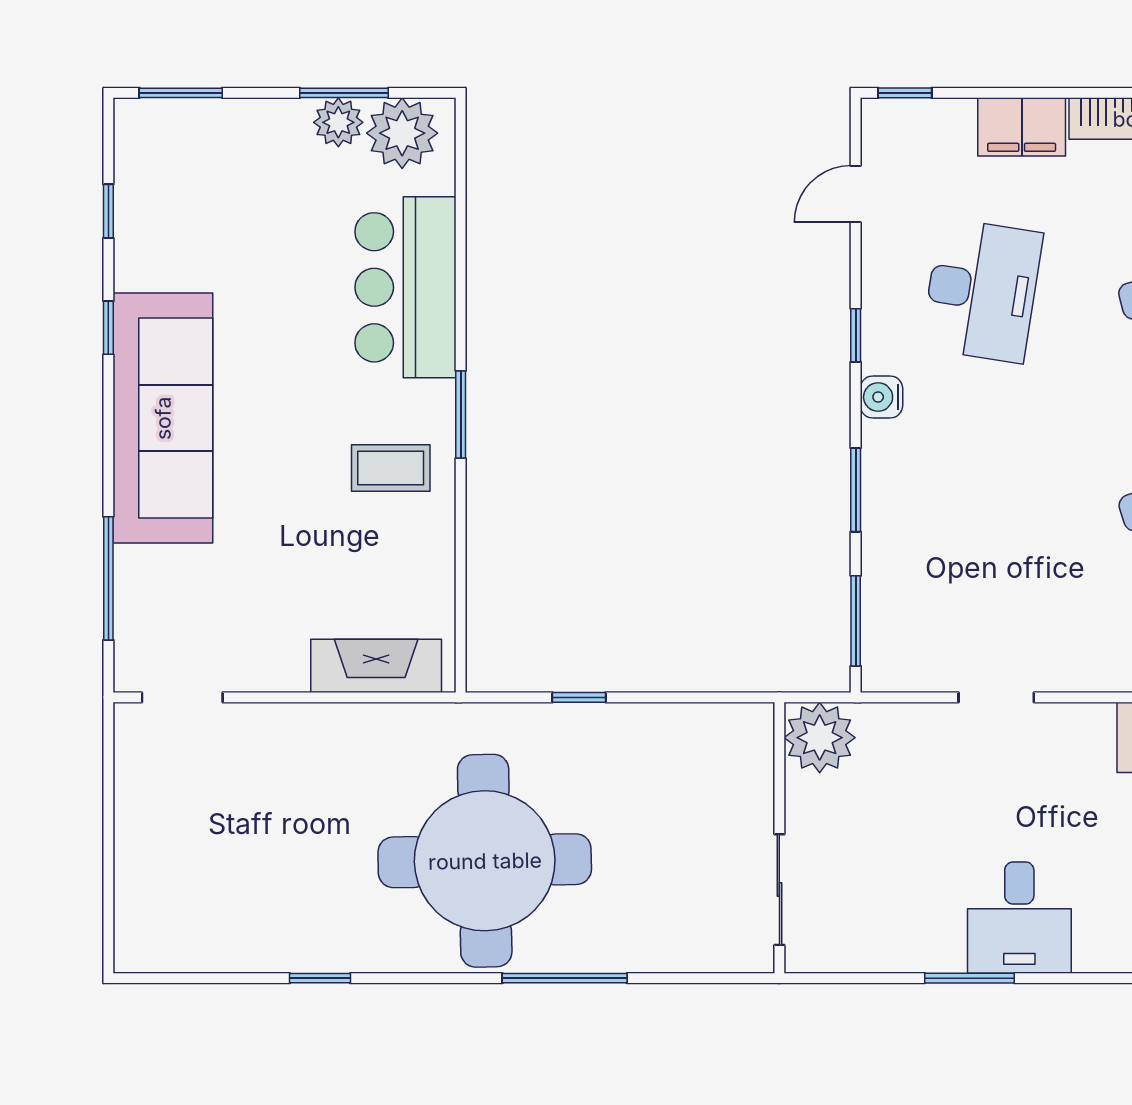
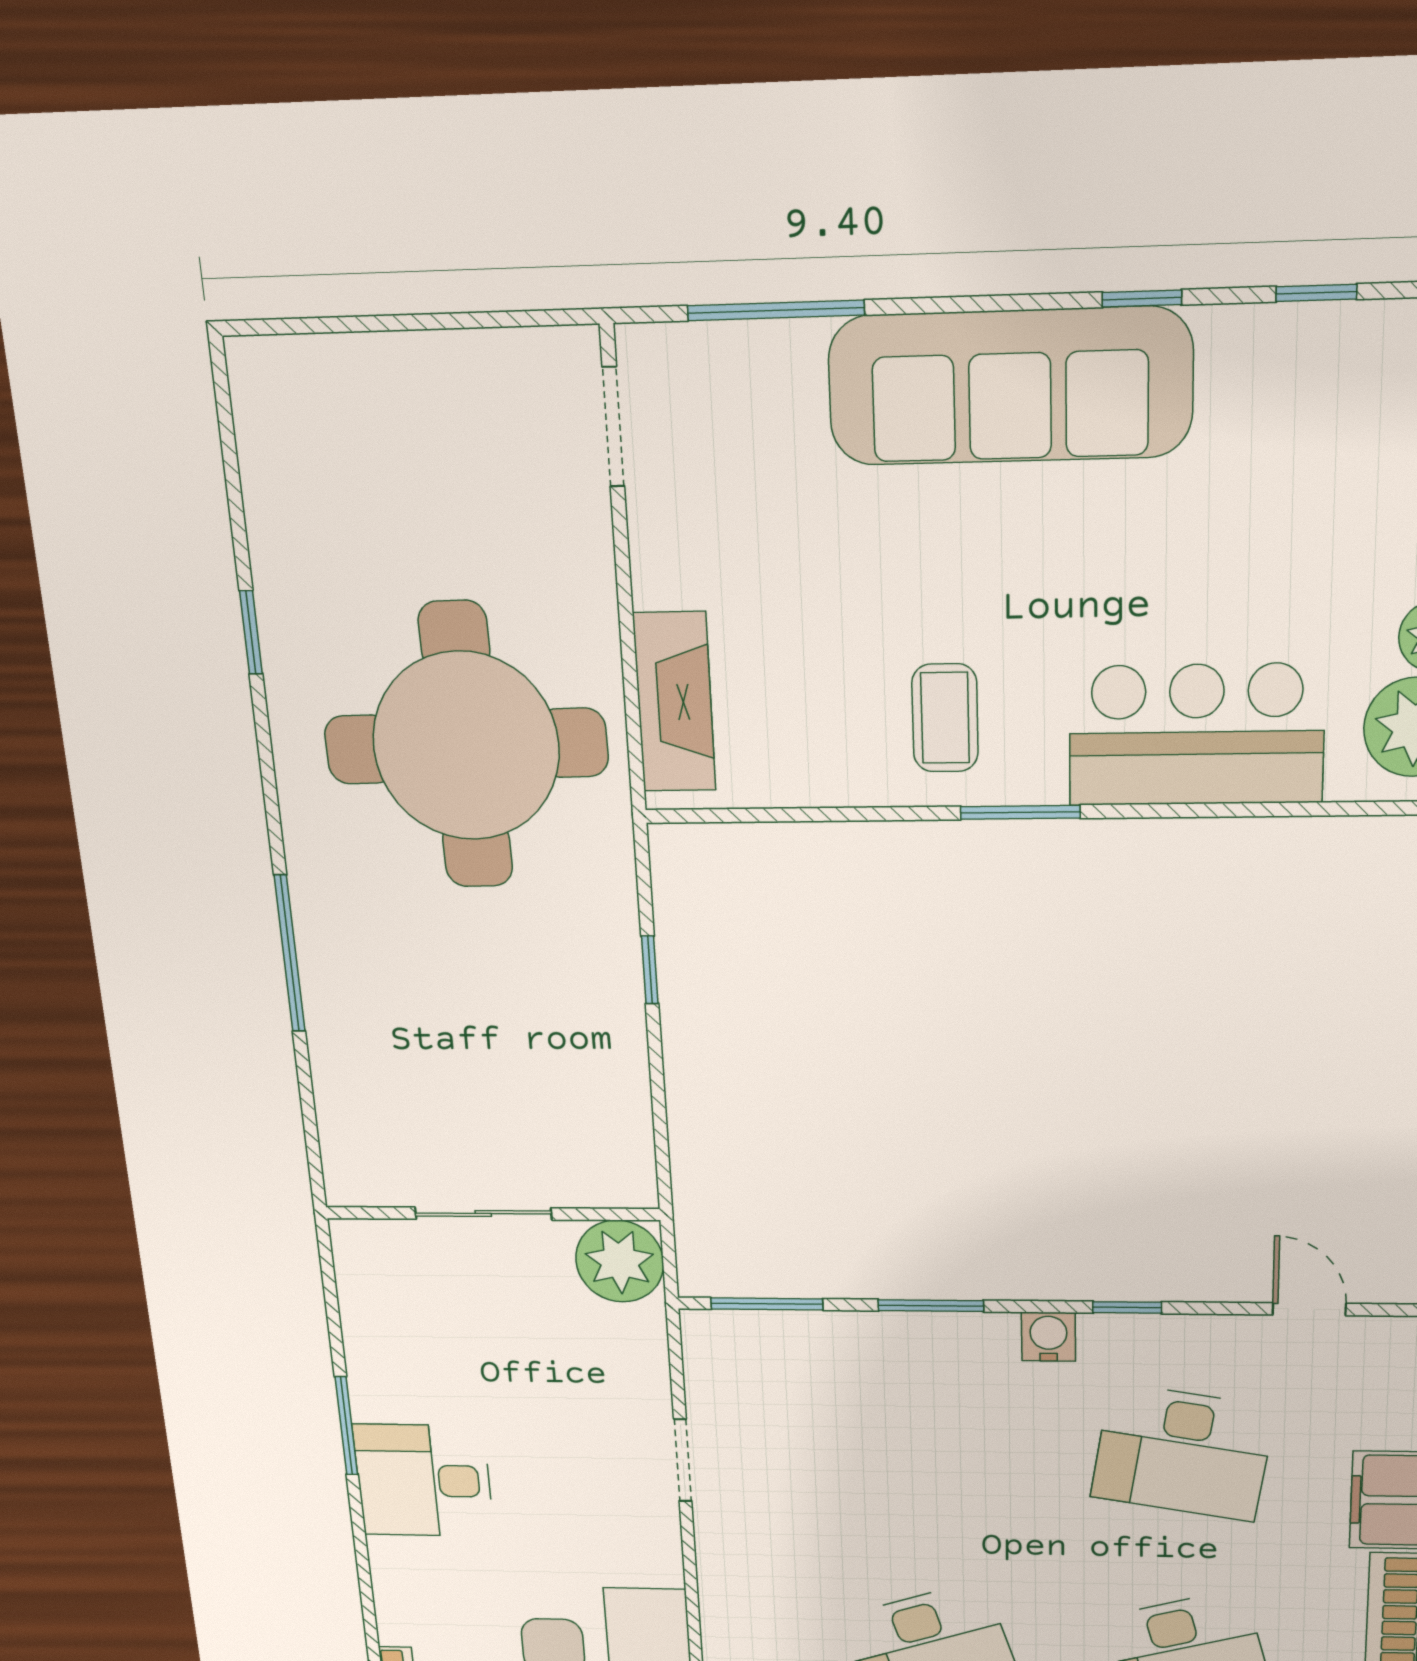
round table: (485, 861) -> (466, 746), moved
sliding door: (779, 890) -> (483, 1214), moved

